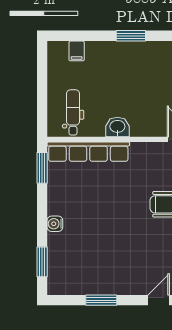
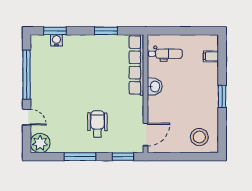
window: (42, 168) -> (106, 31), moved
water cooler: (55, 224) -> (56, 40), moved
window: (101, 300) -> (27, 75), width x2.11

